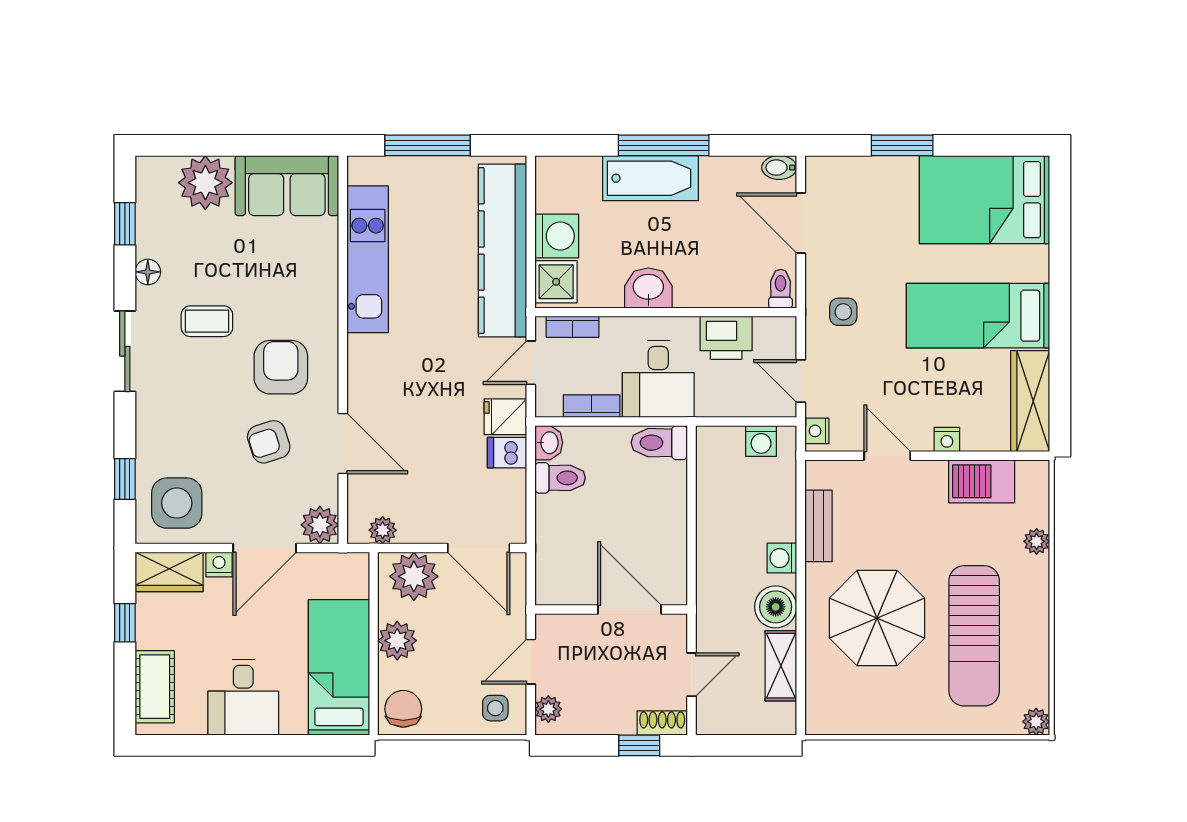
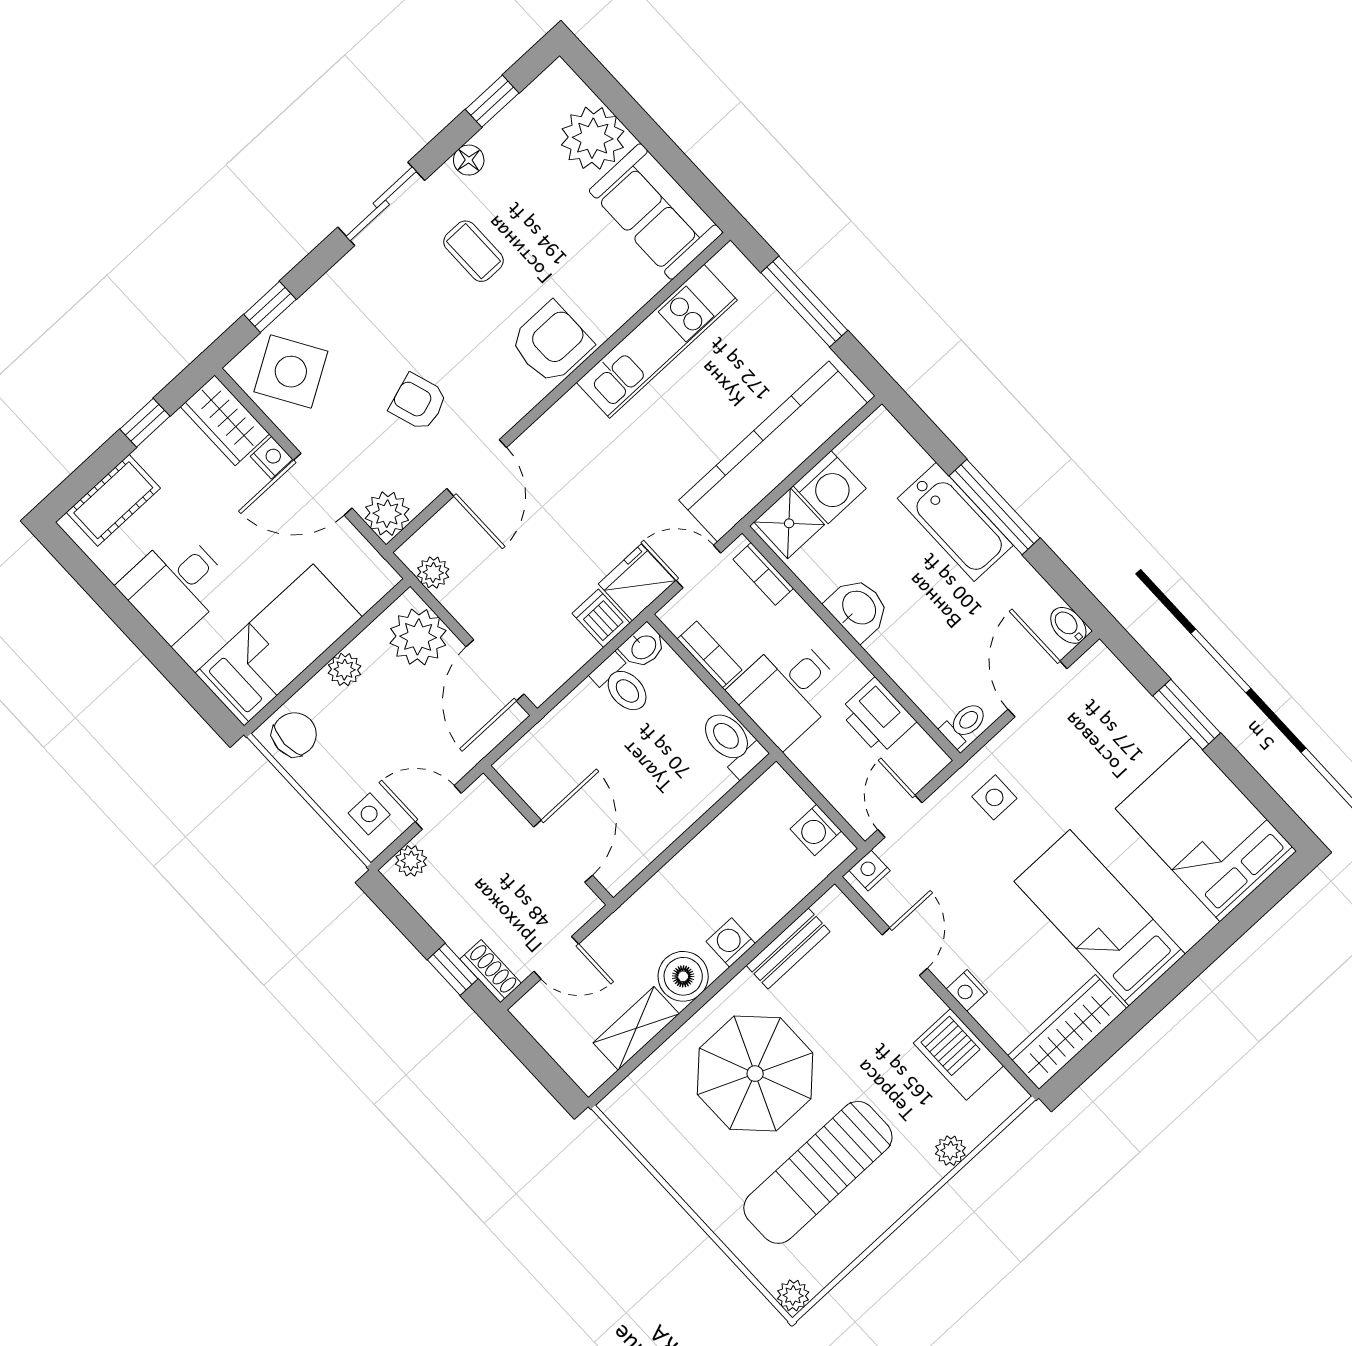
armchair: (281, 367) -> (551, 343), moved
fridge: (505, 417) -> (637, 582), width x1.38
side table: (177, 503) -> (291, 372), turned -31
plant: (397, 641) -> (345, 670), width x0.73, depth x0.73

